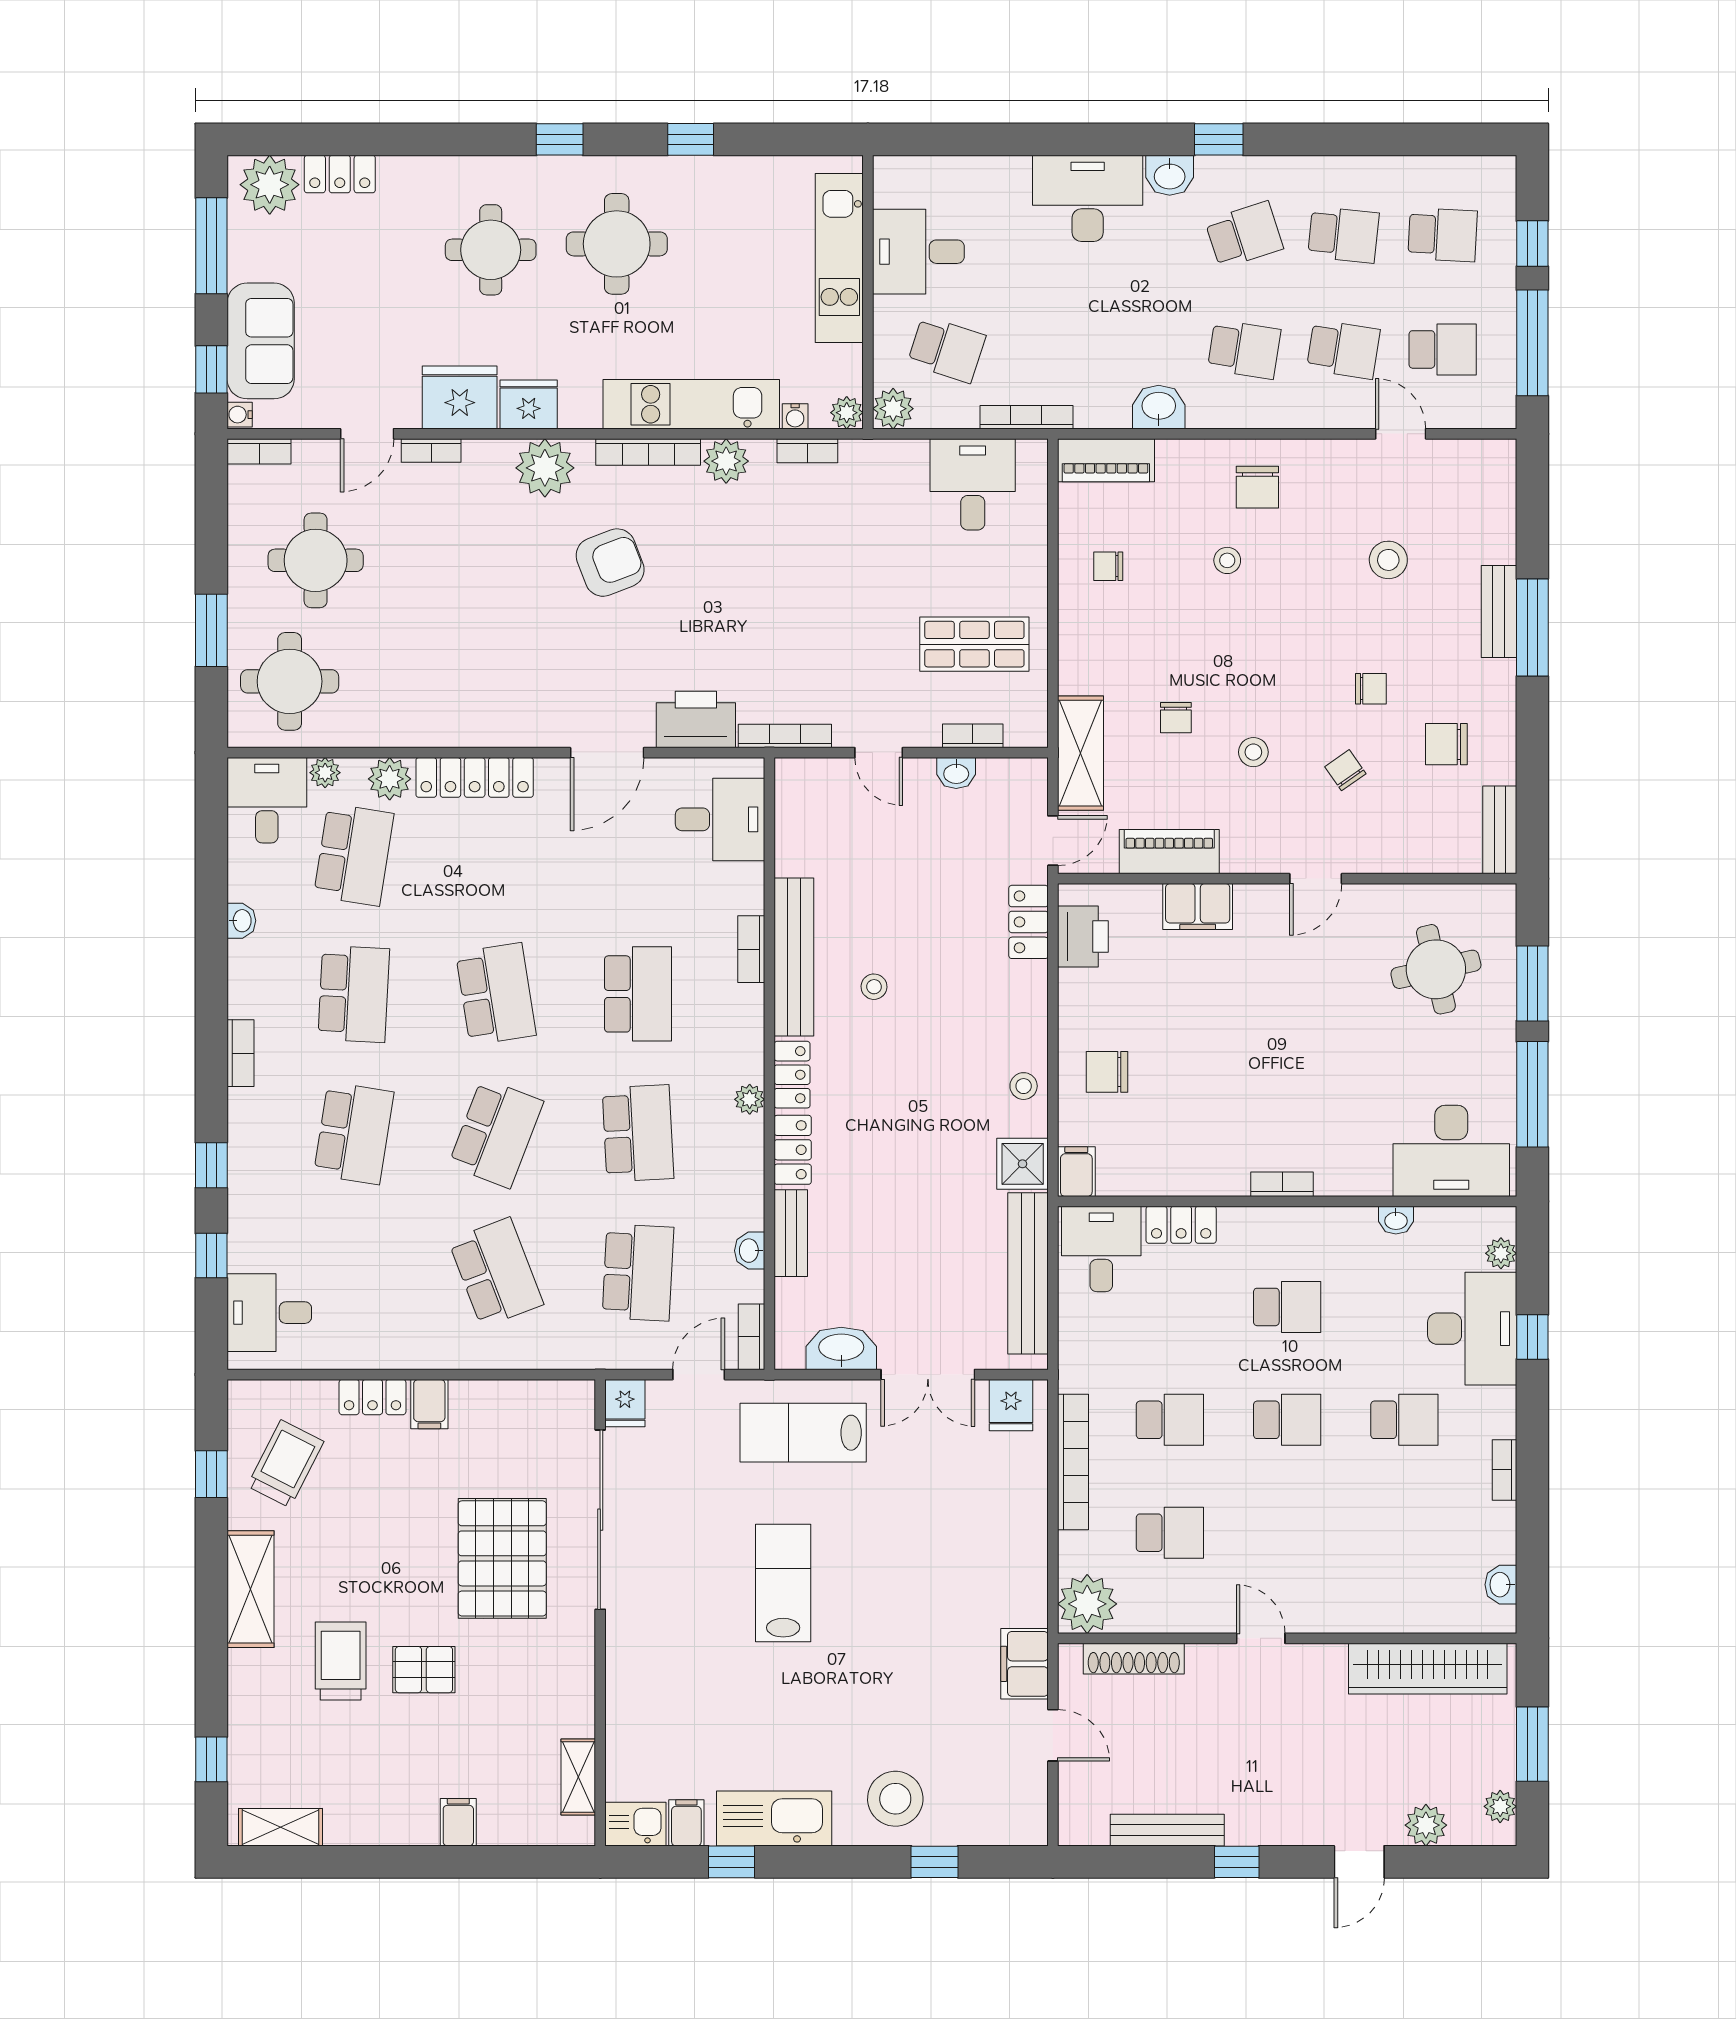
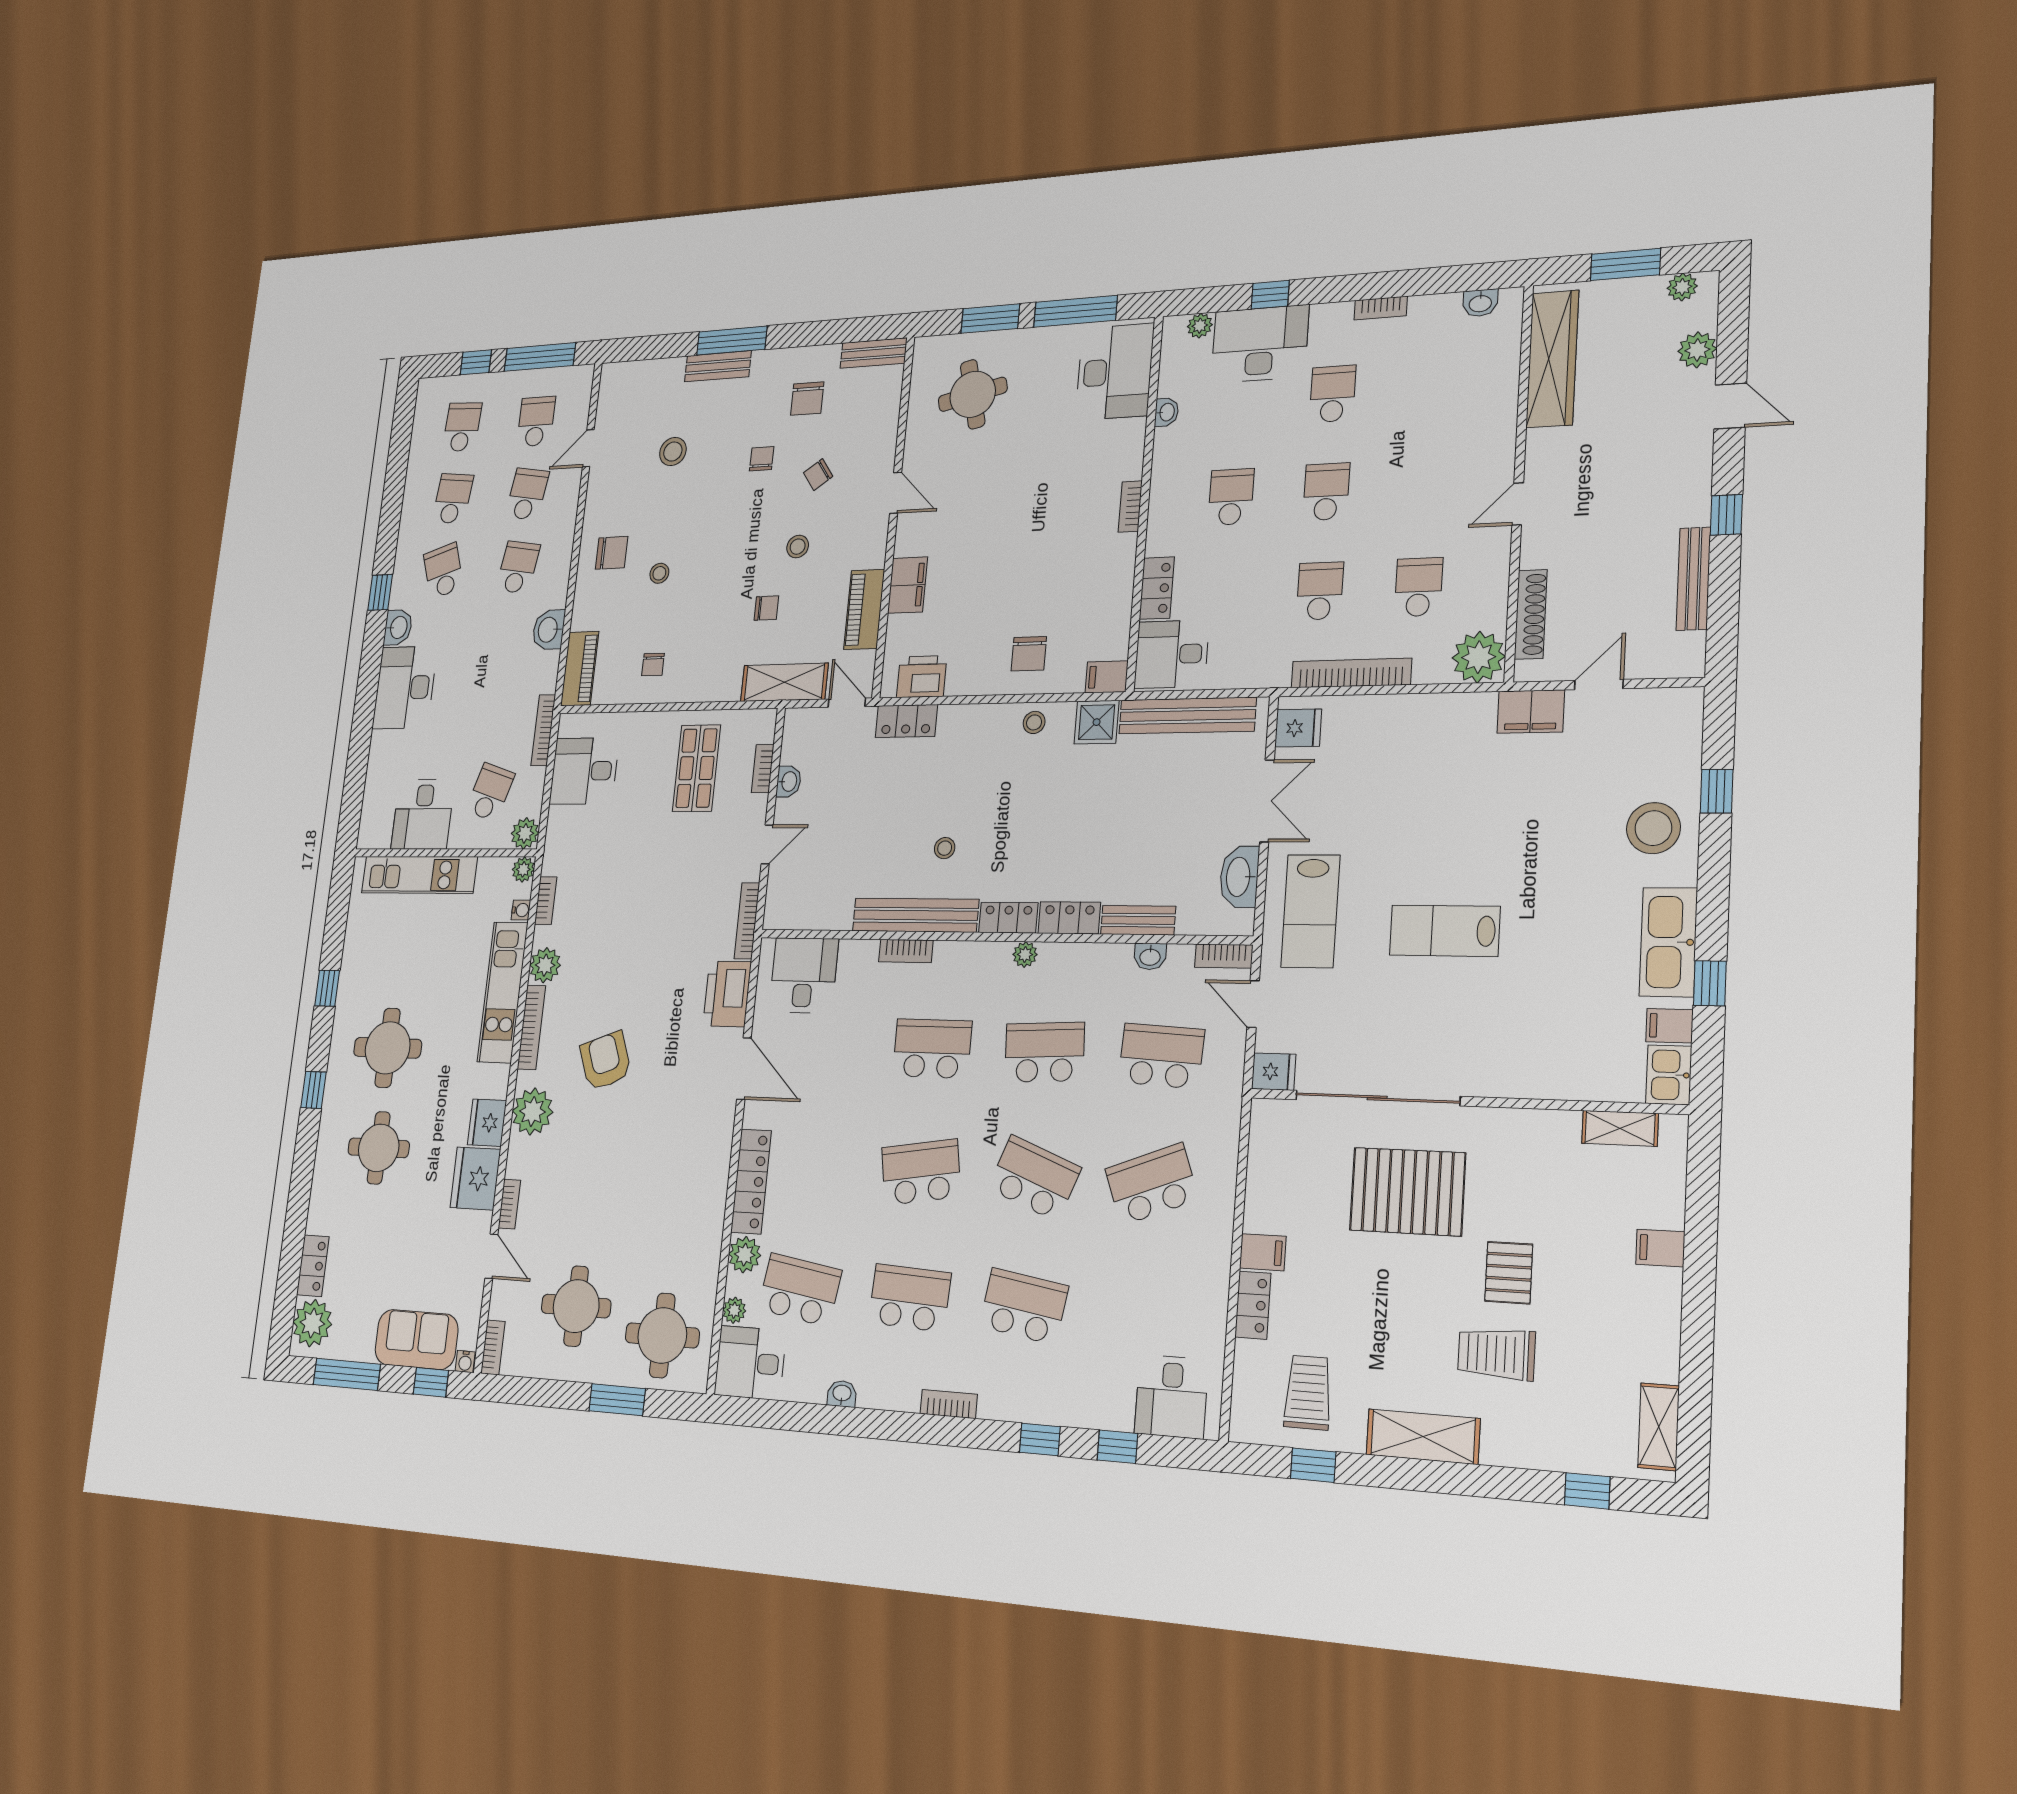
trolley: (285, 1464) -> (1308, 1393), turned 63

